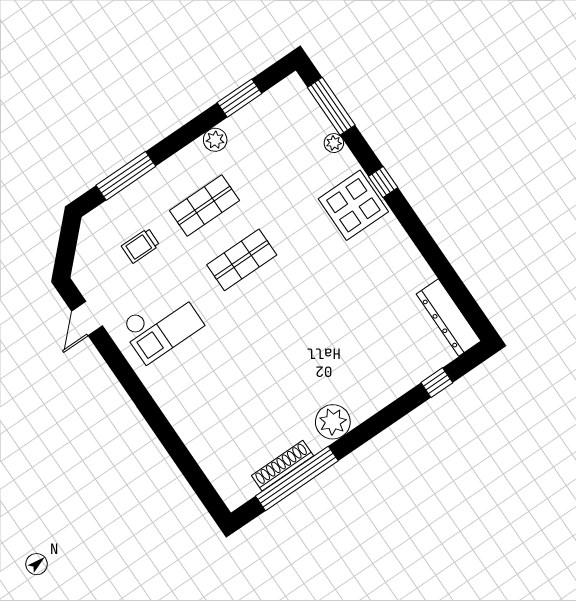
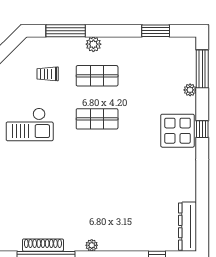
plant: (215, 140) -> (93, 44), moved
plant: (333, 422) -> (92, 245), width x0.53, depth x0.53

